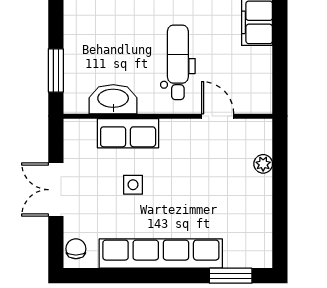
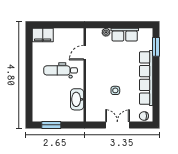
window: (56, 70) -> (51, 125), moved
row of seats: (128, 133) -> (125, 35), moved, turned 90
double door: (56, 190) -> (117, 125), swing flipped

